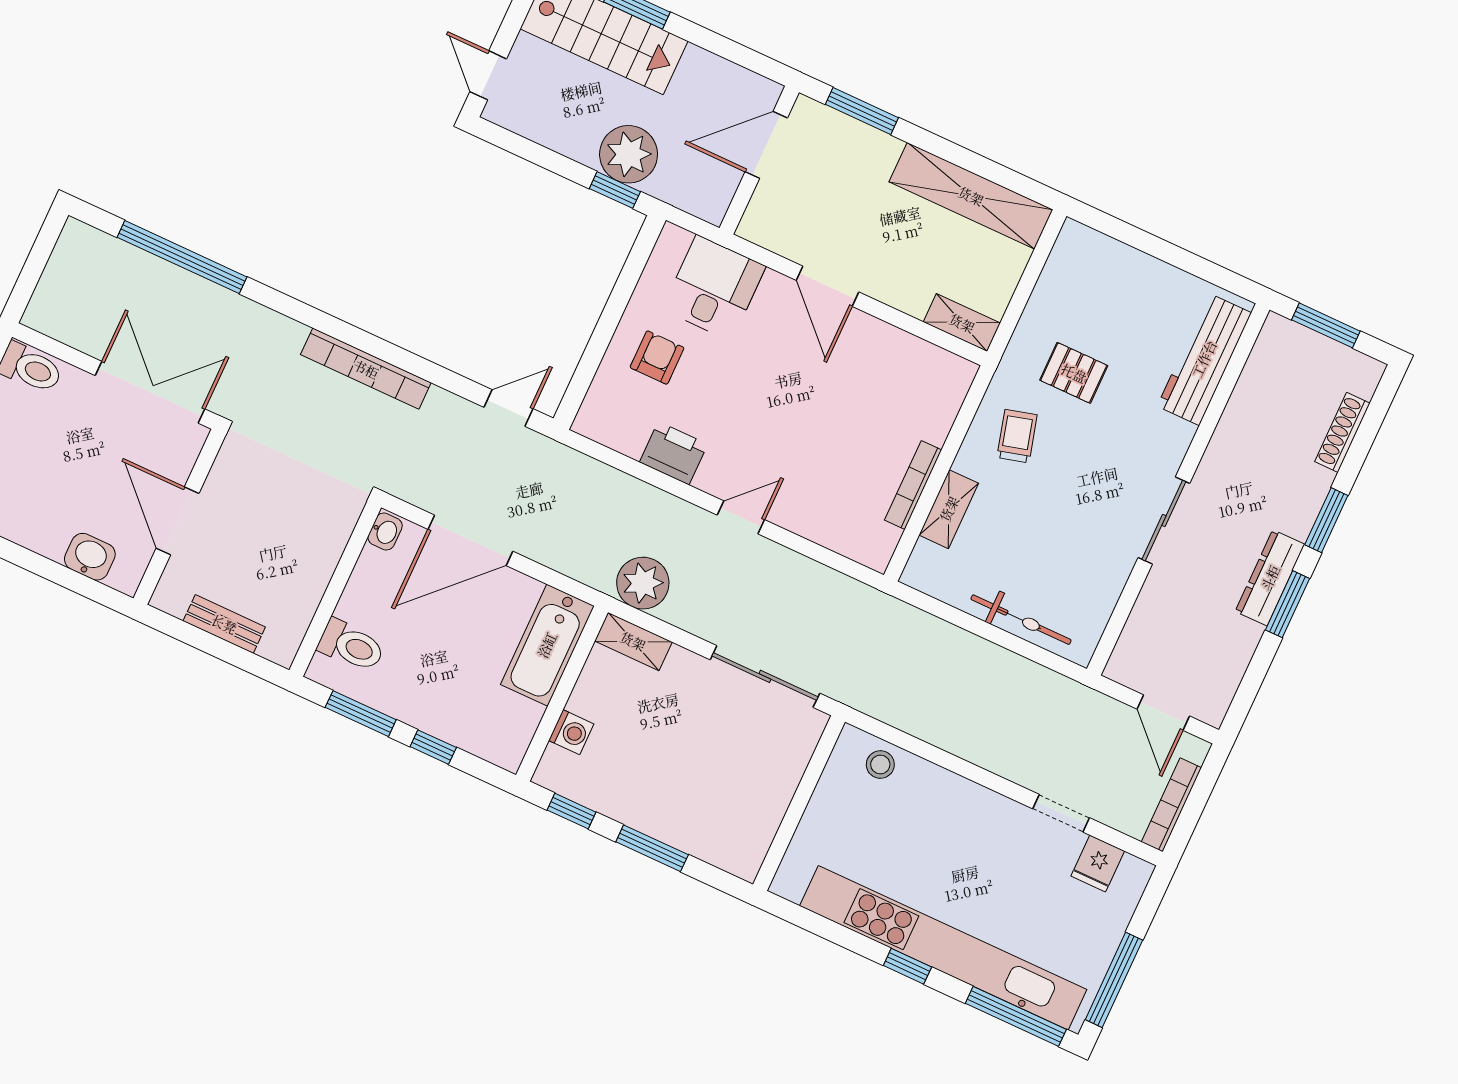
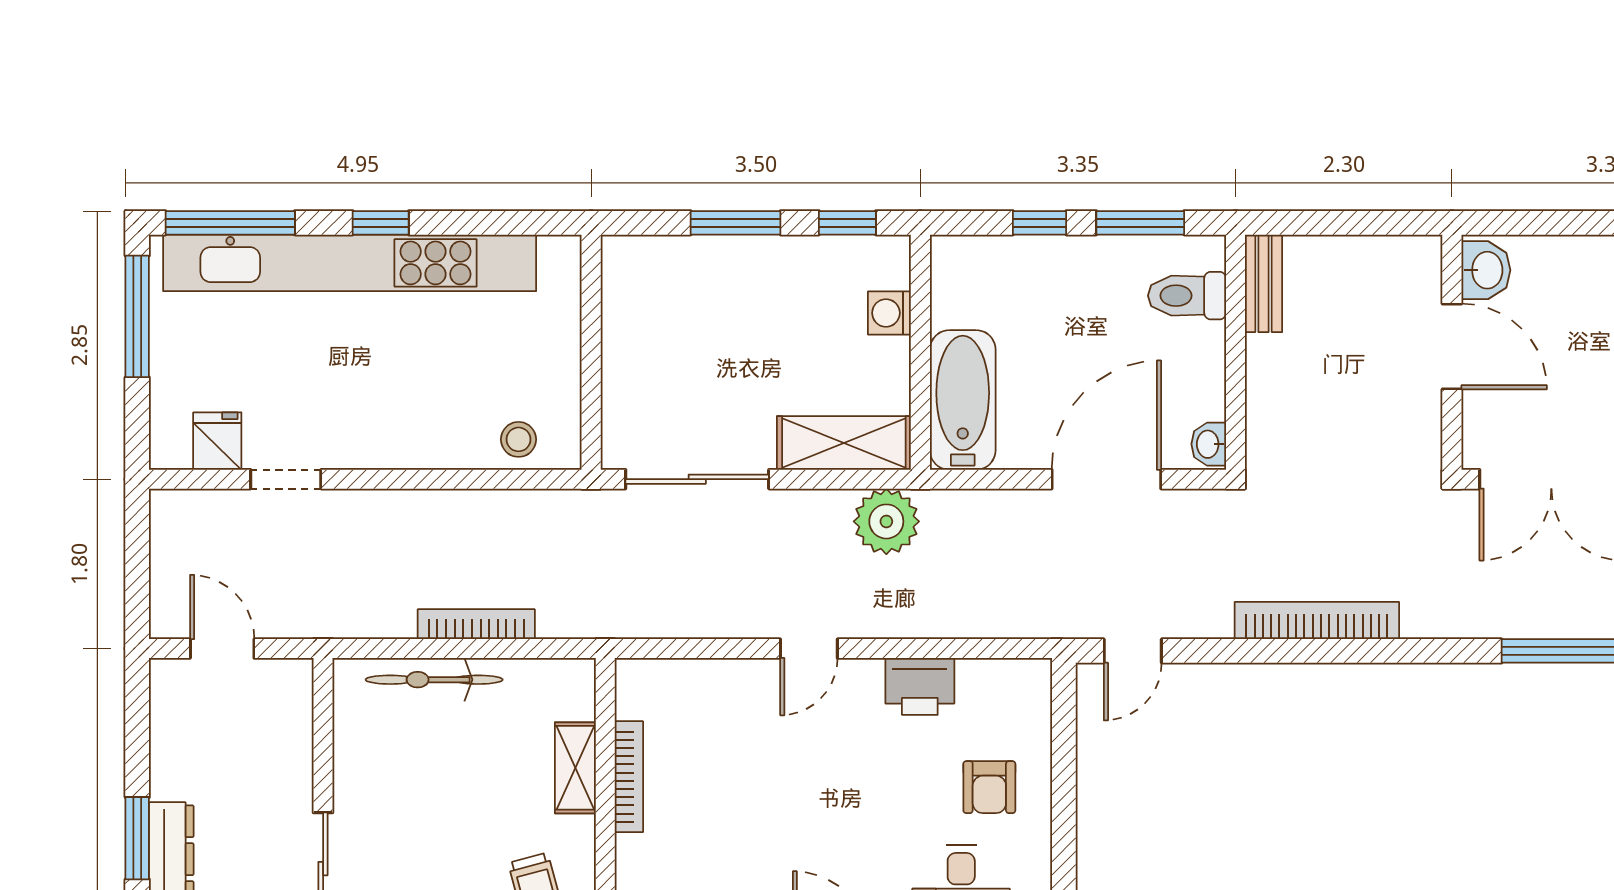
washbasin: (90, 557) -> (1486, 270), moved, turned -90
bench: (224, 624) -> (1264, 283), moved, turned 90
shelving: (633, 641) -> (844, 443), width x1.50, depth x1.33
bookcase: (1171, 805) -> (476, 624), moved, turned -90

